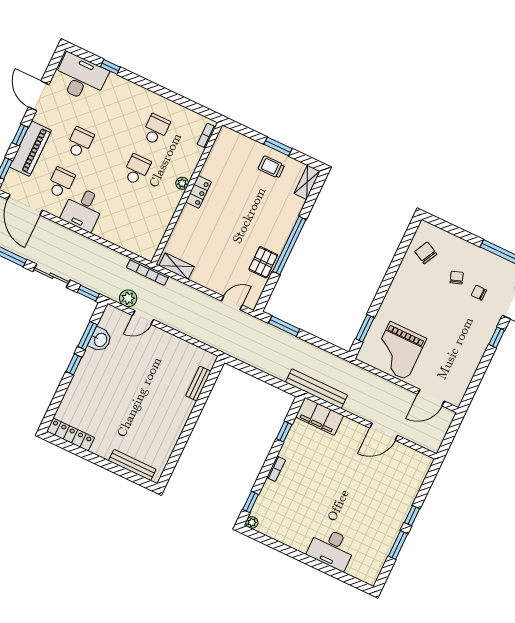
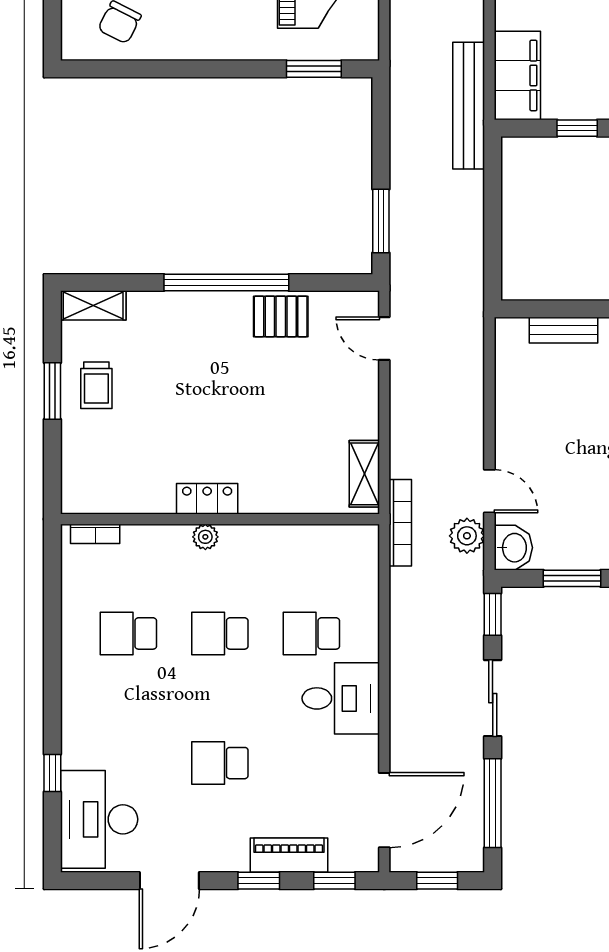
piano: (30, 149) -> (289, 855), width x0.73, depth x0.75
school desk: (61, 183) -> (311, 633), moved
washbasin: (100, 340) -> (513, 548), moved, turned 90

